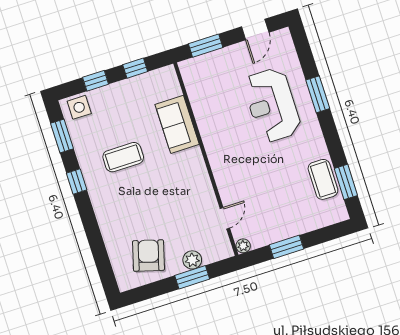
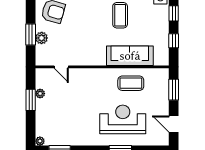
sofa: (177, 124) -> (130, 56), width x1.36
coffee table: (323, 179) -> (131, 83), moved
plant: (342, 214) -> (40, 141), added
plant: (243, 246) -> (40, 94), moved

